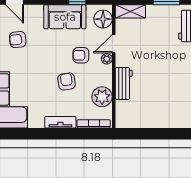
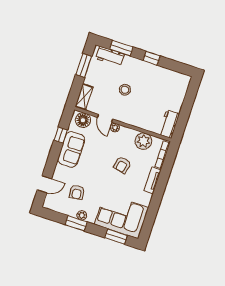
armchair: (81, 55) -> (105, 147), removed
stool: (154, 56) -> (125, 90), added
armchair: (67, 81) -> (122, 165), turned -70
workbench: (124, 83) -> (169, 124), moved, turned -90

